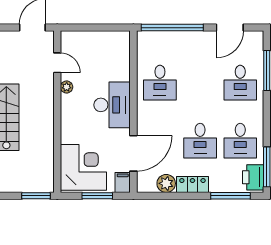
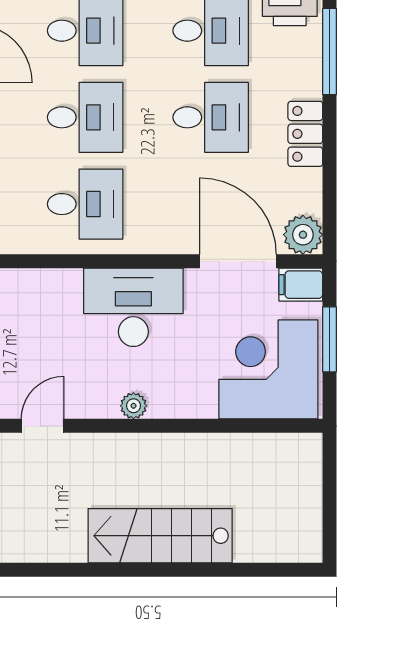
desk: (200, 83) -> (85, 117), added
plant: (67, 87) -> (133, 406), moved
plant: (166, 183) -> (303, 235), moved
window: (36, 196) -> (330, 471), removed

